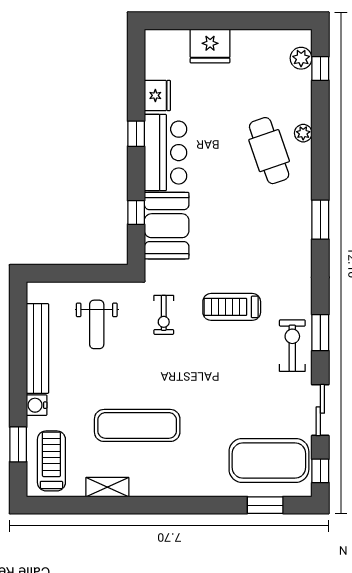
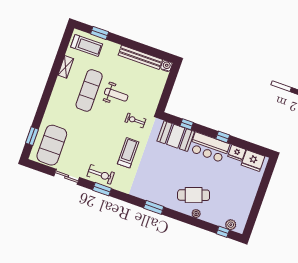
fridge: (210, 46) -> (253, 161), moved, turned -90
weight bench: (97, 324) -> (116, 95), moved, turned 180
water cooler: (37, 405) -> (166, 66), moved
window: (320, 471) -> (39, 167), removed

